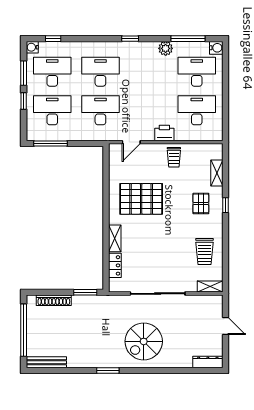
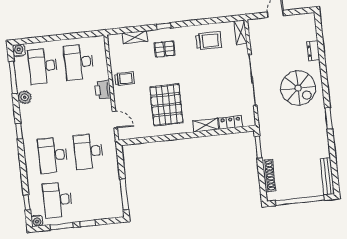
desk: (52, 110) -> (93, 196), removed
dresser: (208, 362) -> (313, 51), moved, width x0.70

